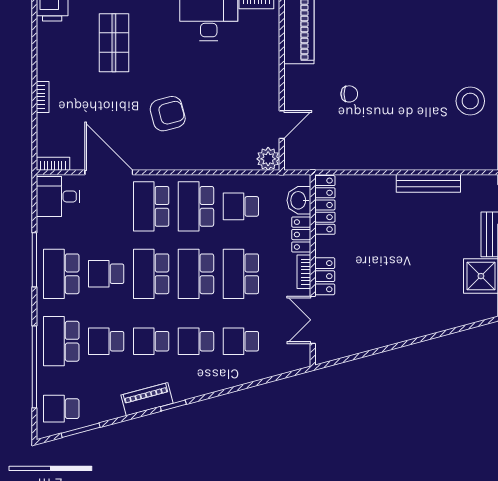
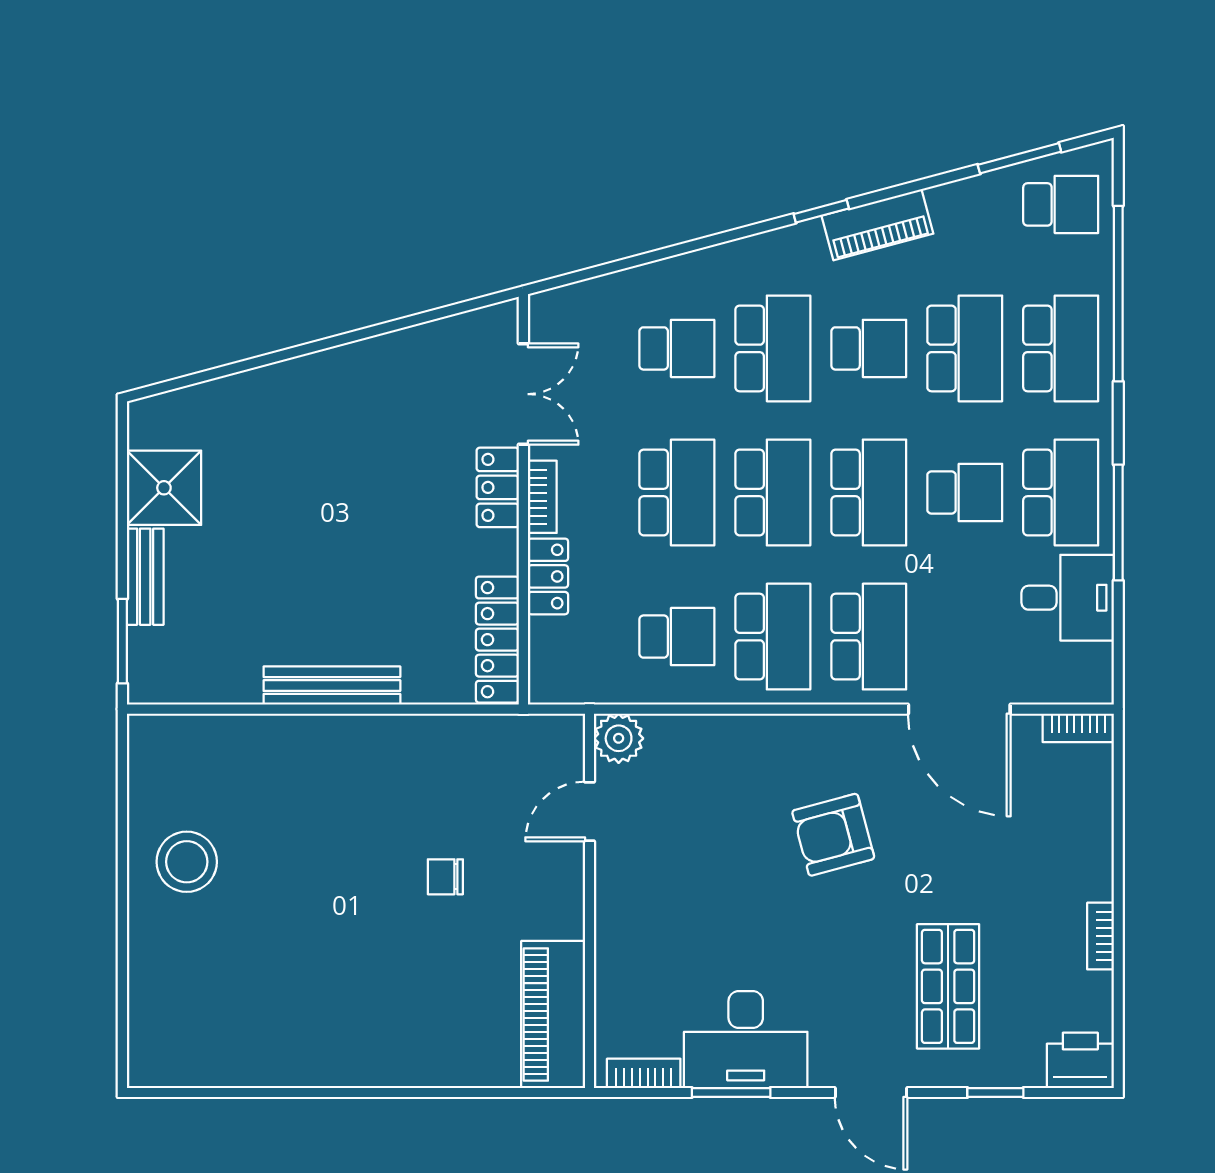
bookcase: (43, 97) -> (1101, 936), moved
bench: (428, 183) -> (332, 686), moved
desk: (58, 196) -> (1068, 598), moved
washbasin: (299, 200) -> (553, 650), removed
school desk: (106, 341) -> (965, 348), width x1.85
school desk: (196, 341) -> (773, 348), width x1.85

